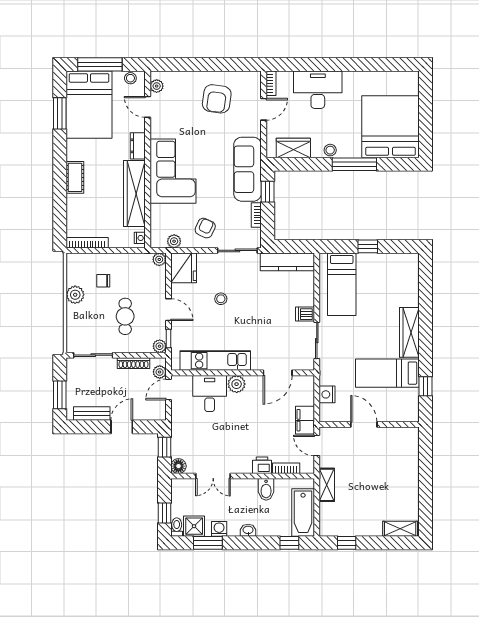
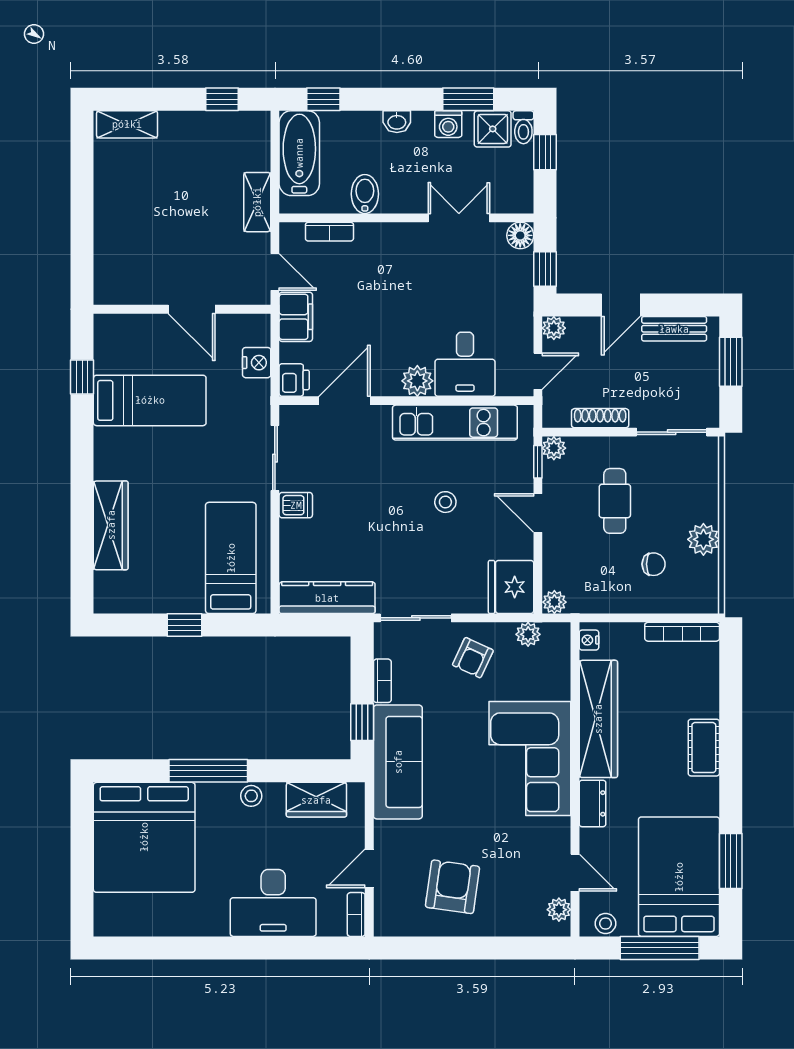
stool: (221, 299) -> (445, 502), moved
wardrobe: (409, 332) -> (111, 525), moved
plant: (160, 372) -> (554, 328), moved
printer: (262, 465) -> (294, 380), moved, turned -90

